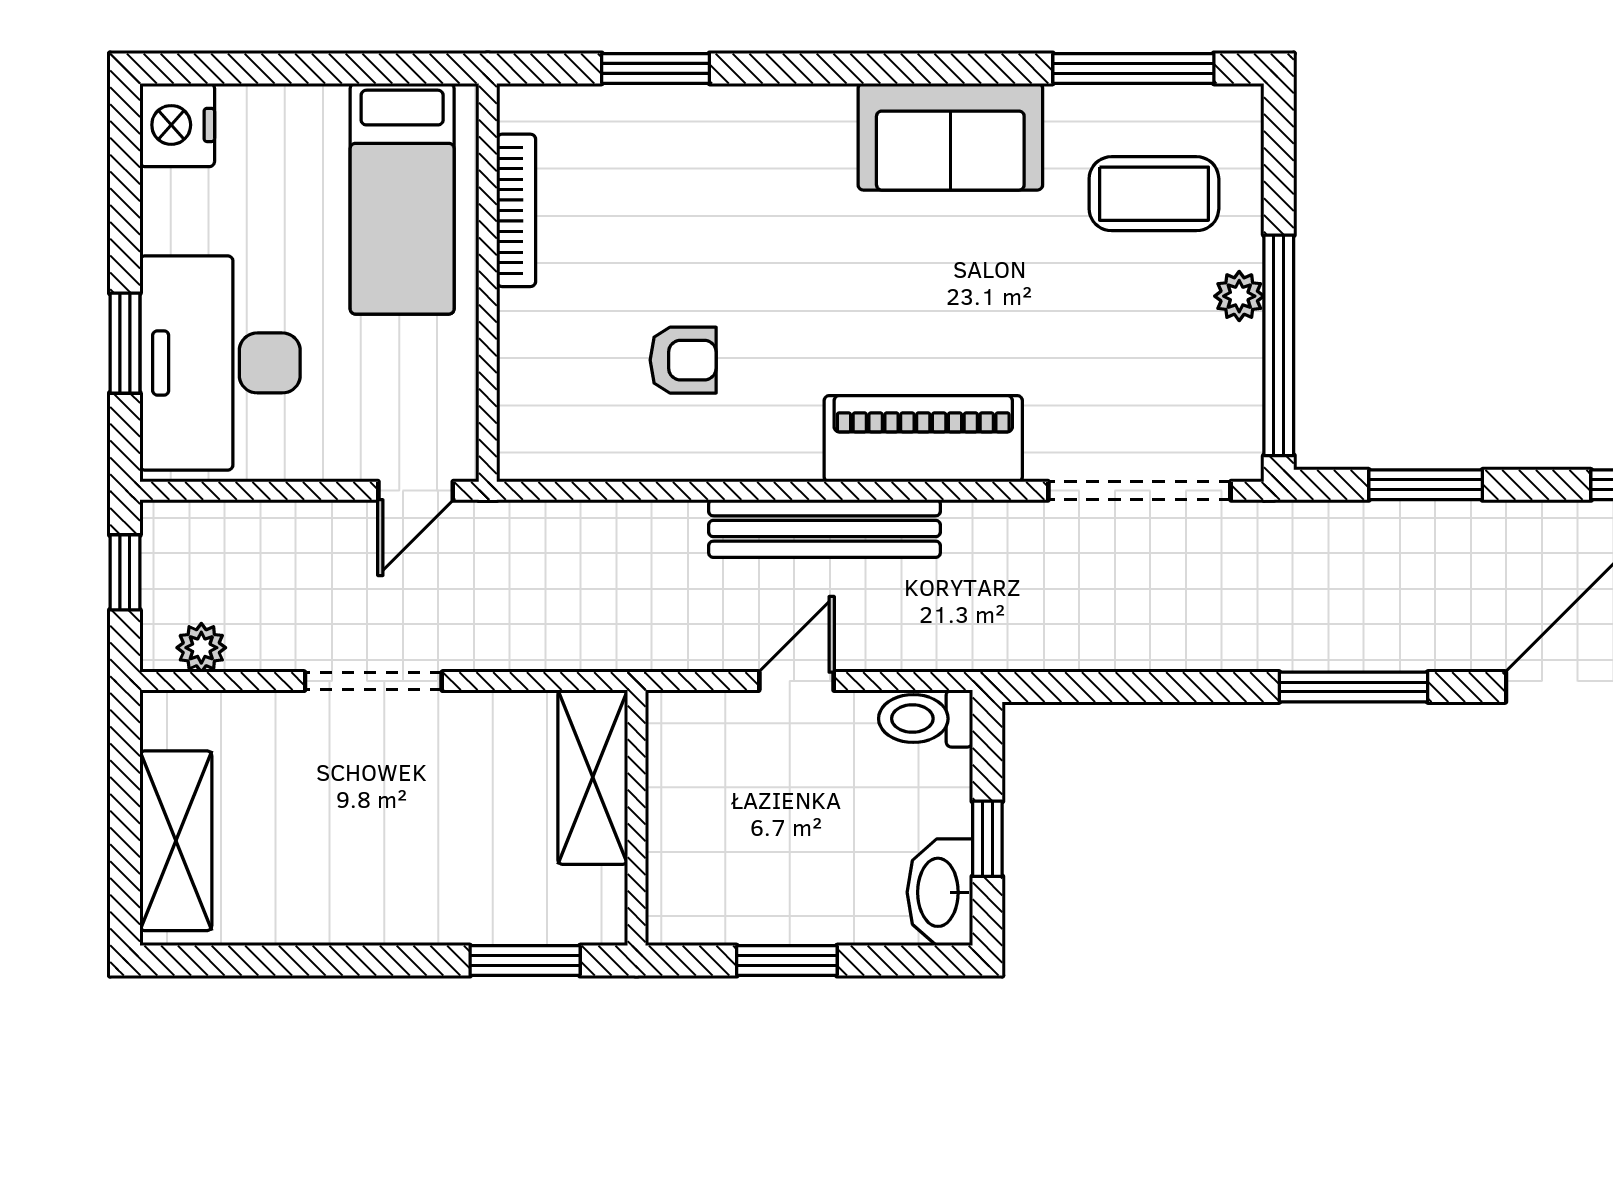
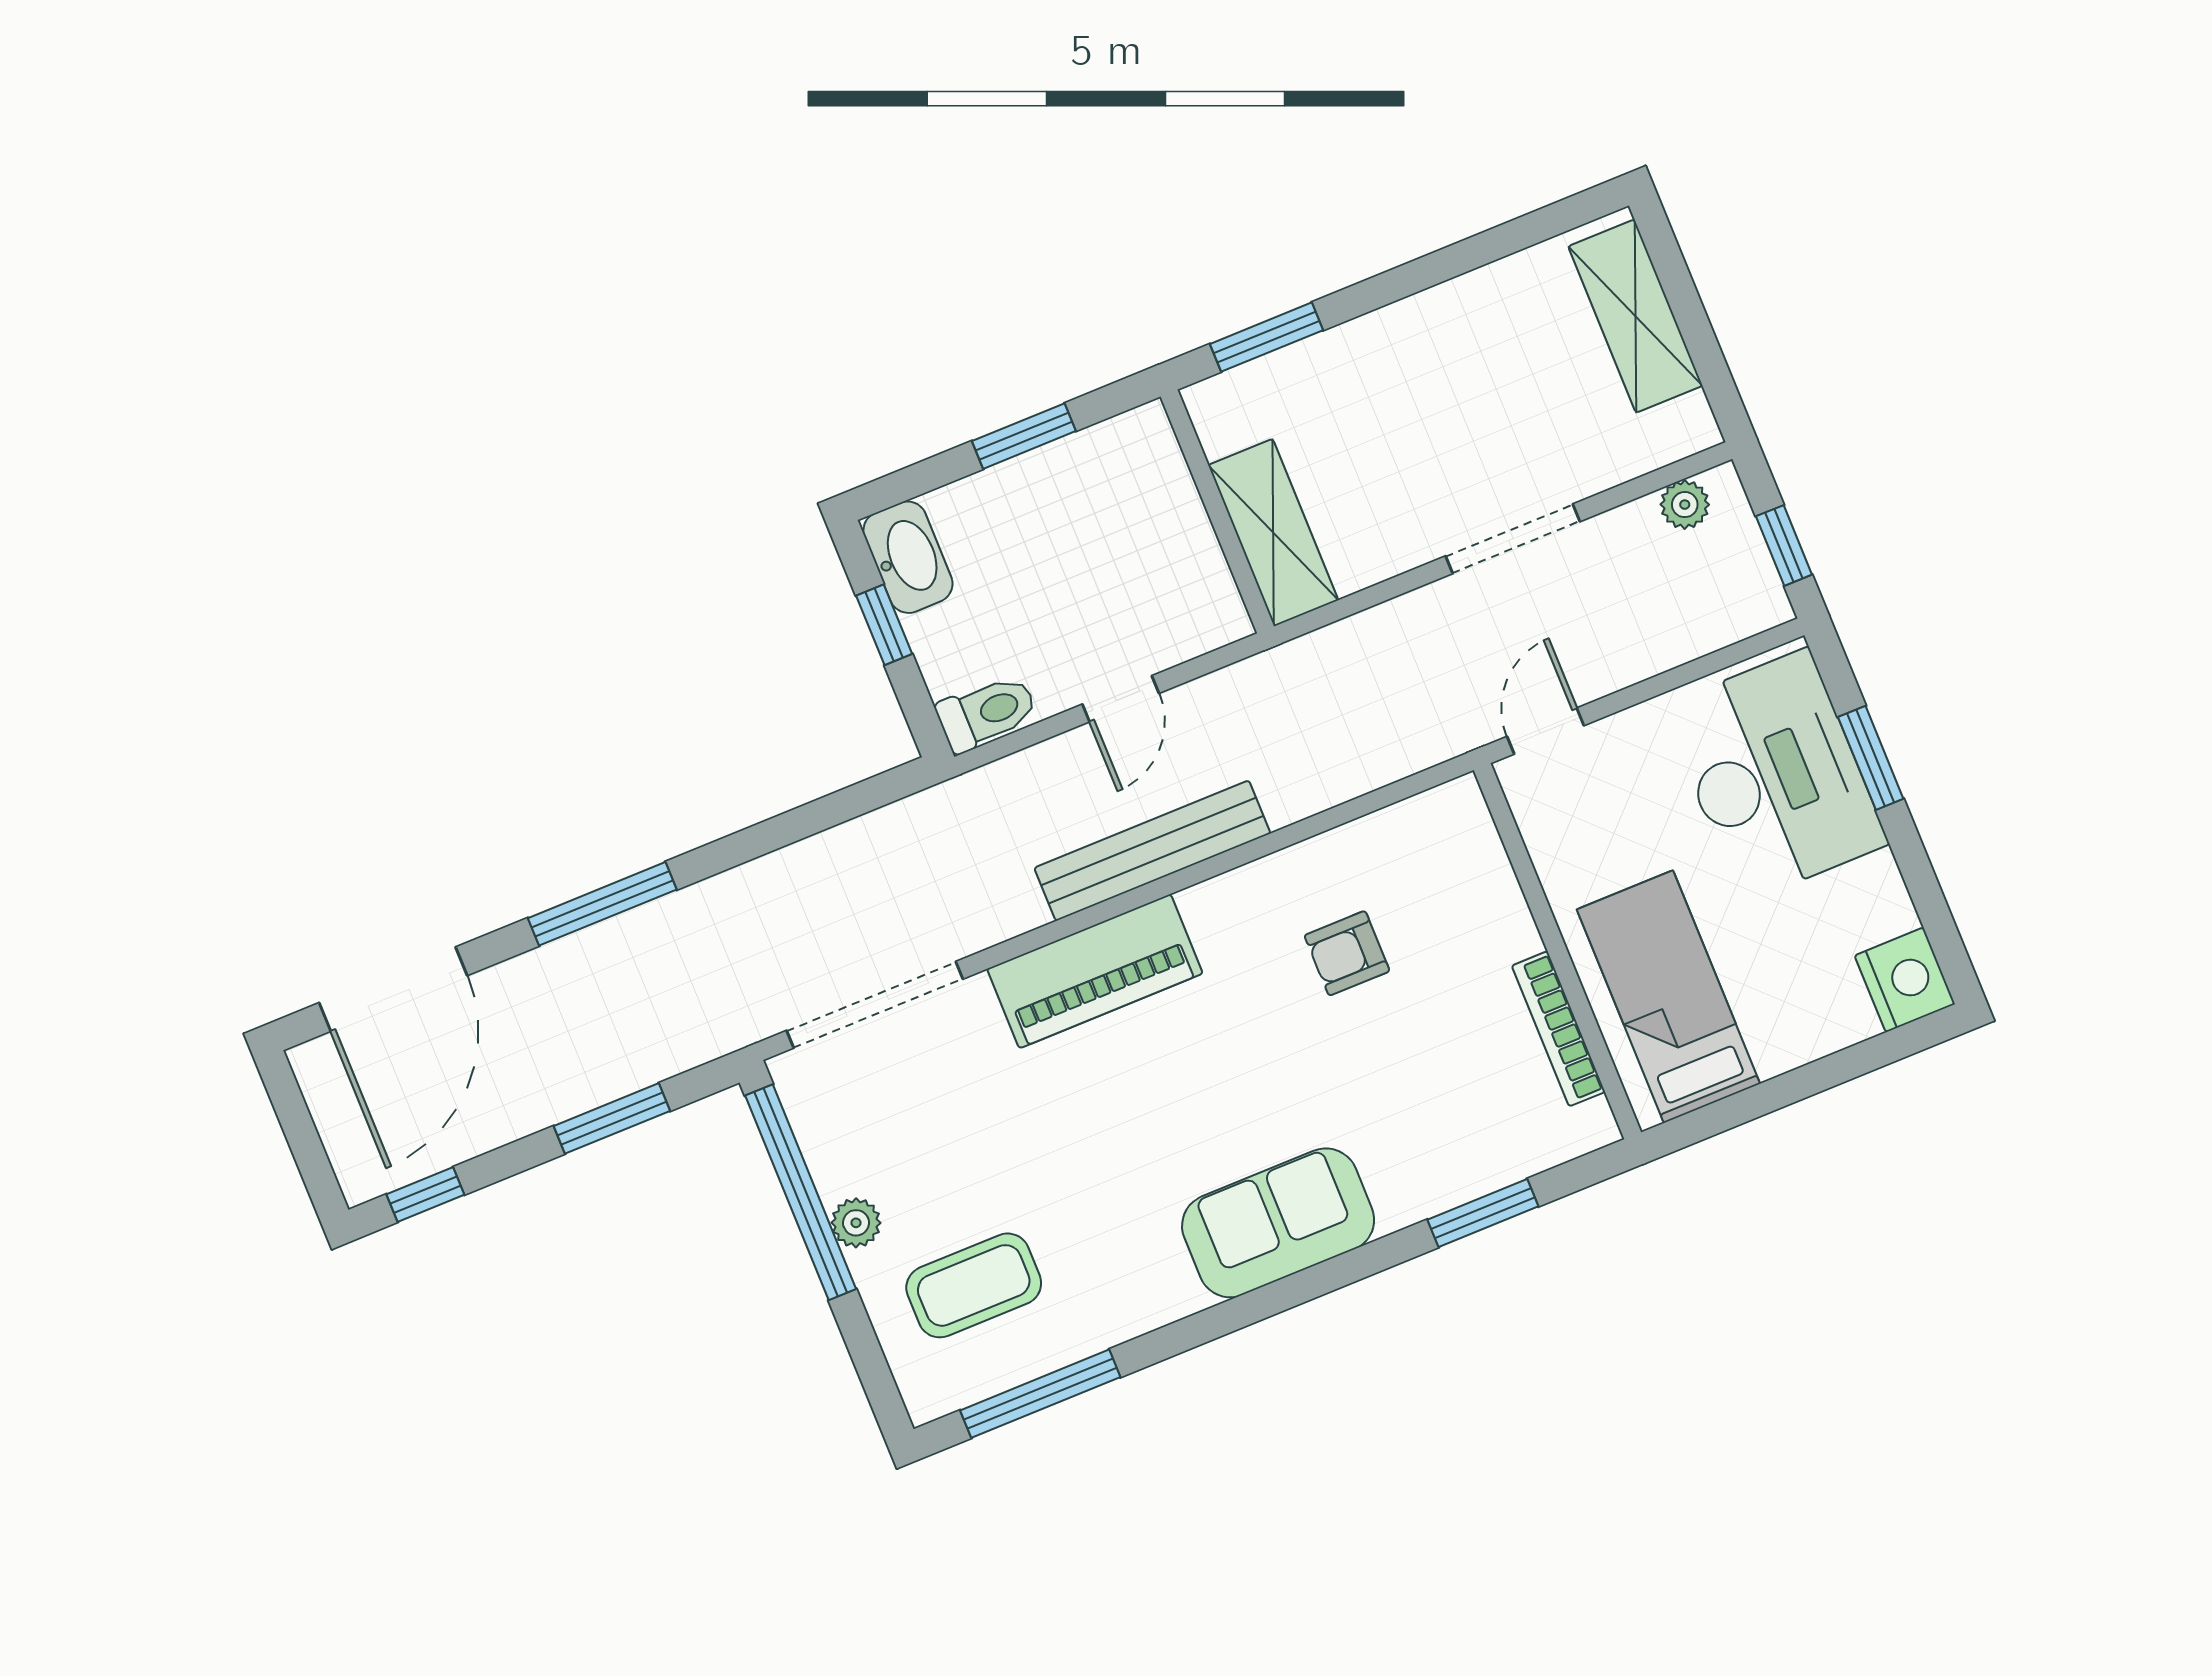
sofa: (950, 137) -> (1278, 1223), moved

